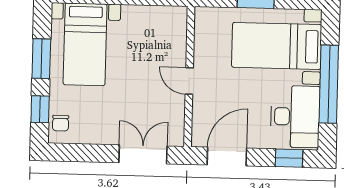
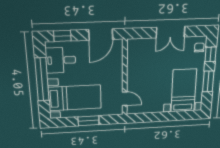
door: (189, 81) -> (125, 99), moved
desk: (295, 117) -> (61, 60), width x0.73
double door: (143, 154) -> (170, 32), moved

